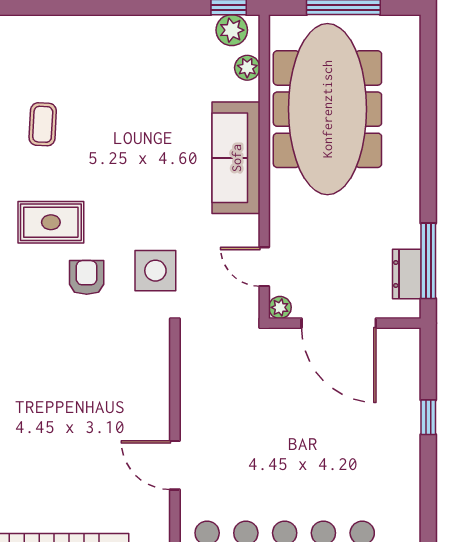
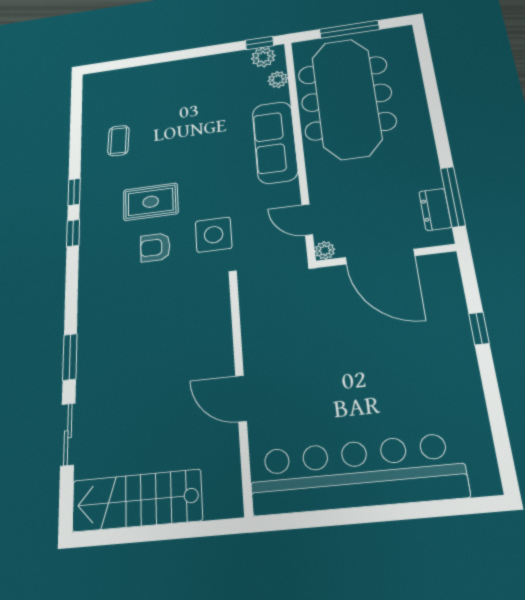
rug: (51, 222) -> (151, 202), moved
armchair: (87, 277) -> (155, 247), turned -90

